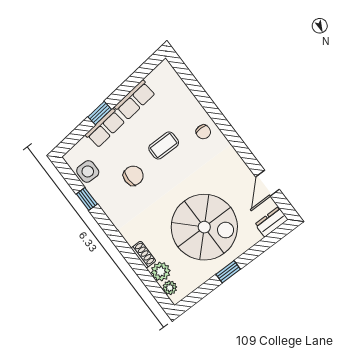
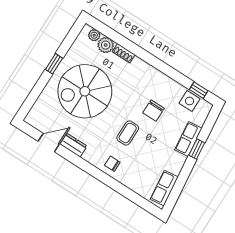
row of seats: (135, 100) -> (164, 188), moved
coffee table: (164, 145) -> (128, 133), moved
door: (268, 183) -> (49, 143), hinge flipped
window: (87, 199) -> (199, 90), moved
dresser: (272, 222) -> (73, 145), moved, turned -90

